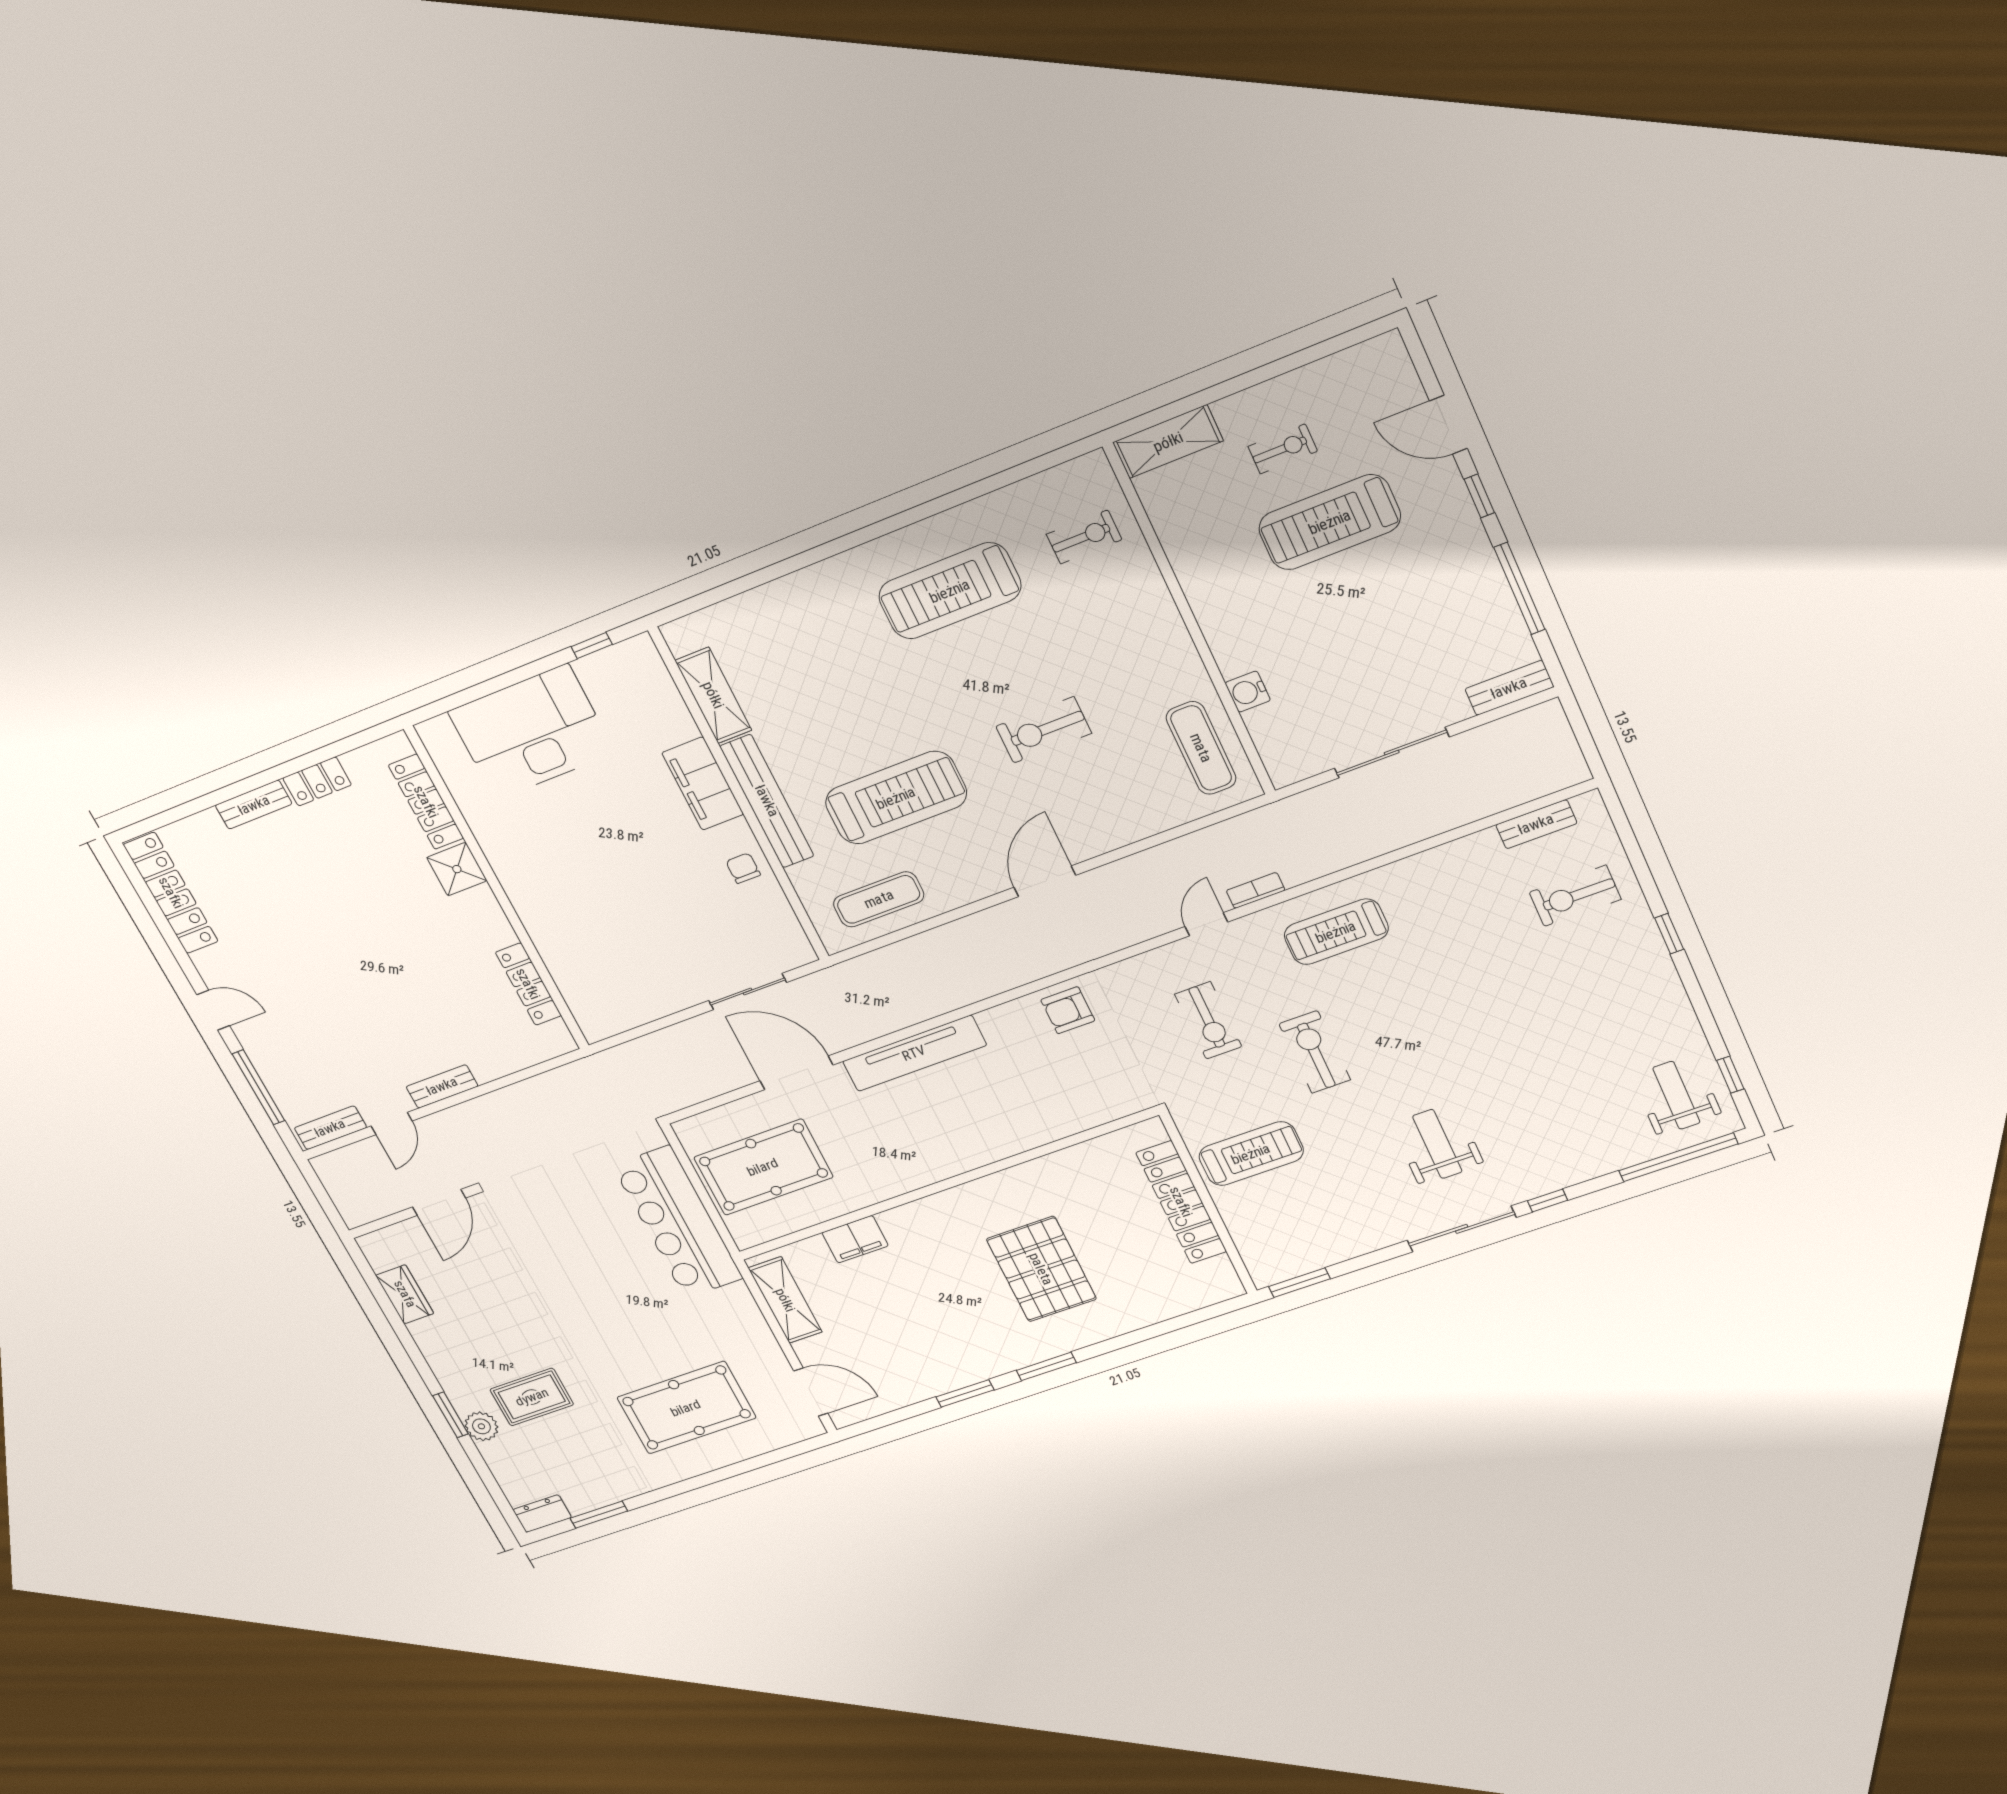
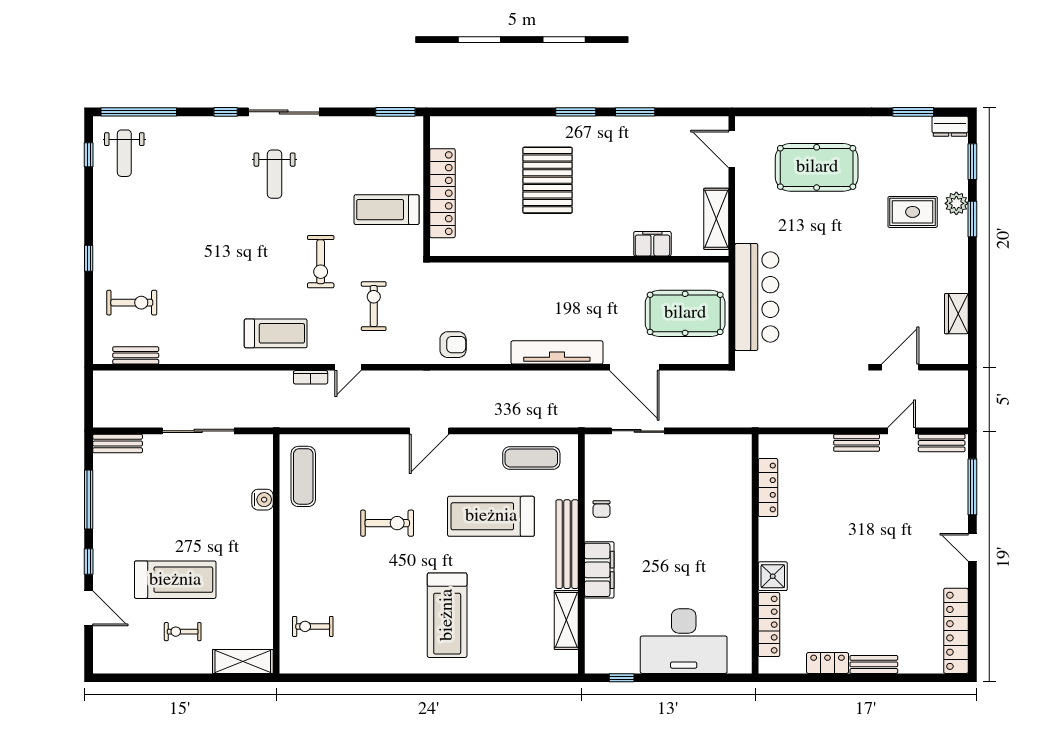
treadmill: (950, 591) -> (447, 615), moved, turned 90
window: (490, 1482) -> (972, 162), added

